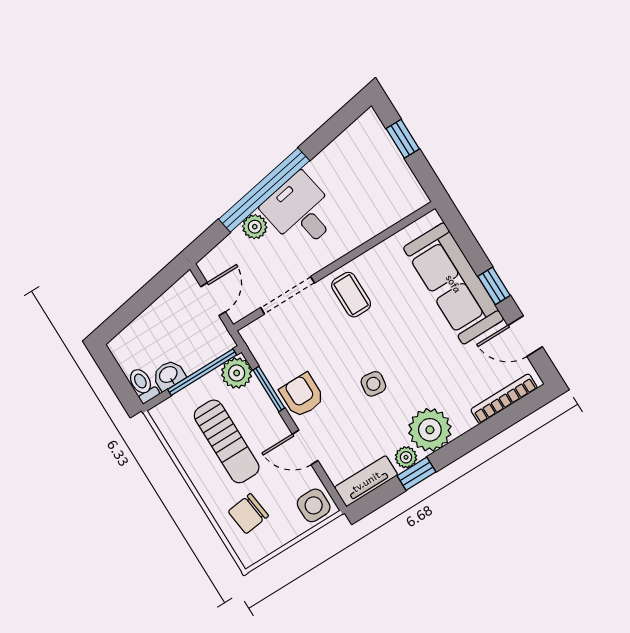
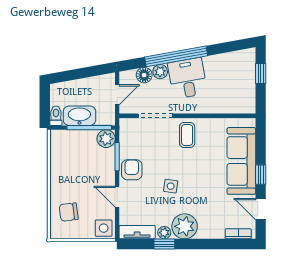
floor lamp: (235, 246) -> (144, 75), added
washbasin: (169, 375) -> (79, 116), width x1.91, depth x1.45
bookcase: (504, 399) -> (238, 234), width x0.64
sun lounger: (227, 441) -> (80, 170), removed

